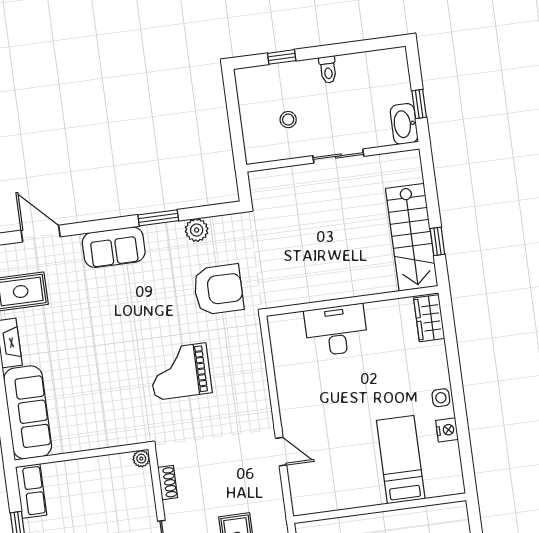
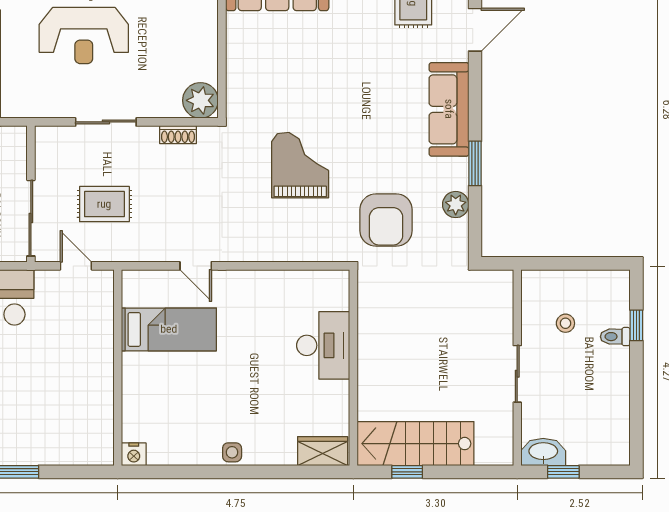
toilet: (328, 70) -> (615, 337), moved
sofa: (114, 247) -> (449, 109), width x1.36
nightstand: (447, 430) -> (134, 454), moved
door: (281, 452) -> (196, 266), hinge flipped
plant: (141, 459) -> (200, 100), width x1.87, depth x1.87
bed: (401, 460) -> (169, 329), moved

